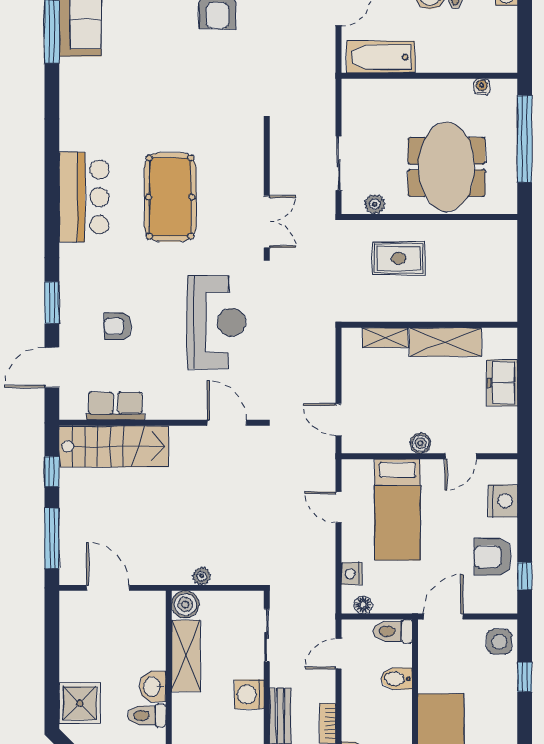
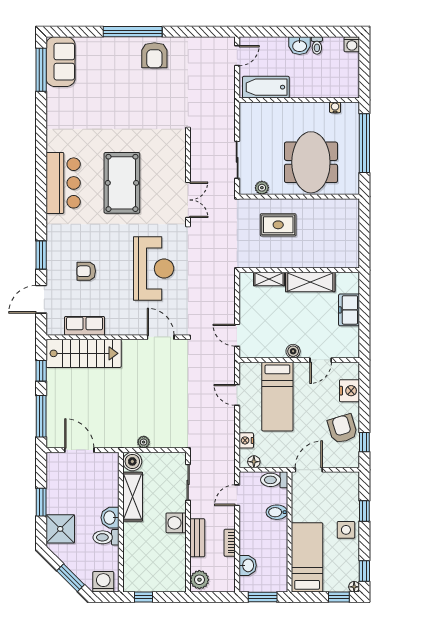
armchair: (493, 557) -> (342, 429), turned 73
side table: (499, 642) -> (346, 530), moved
window: (52, 664) -> (41, 502), added

